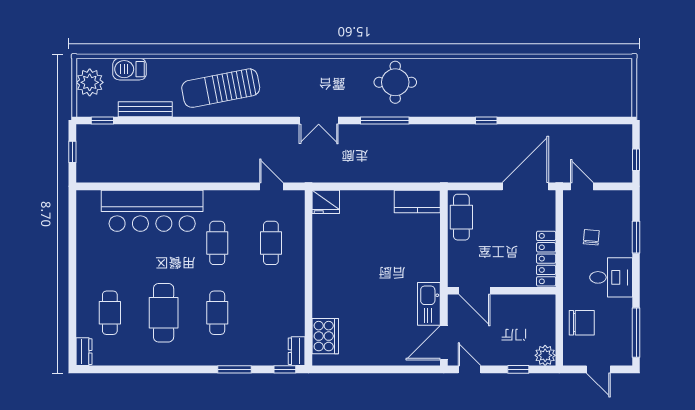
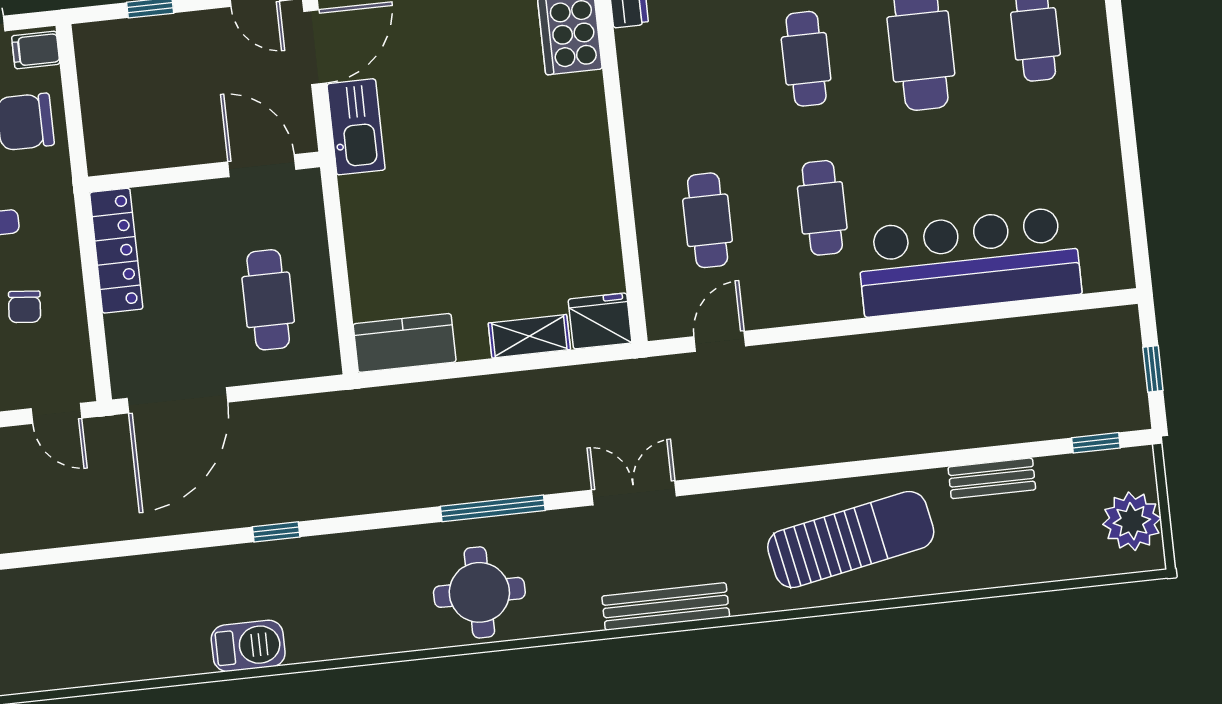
bench: (310, 66) -> (666, 606), added
barbecue: (130, 69) -> (248, 646), moved
bench: (145, 109) -> (992, 478), width x0.73
door: (271, 186) -> (720, 341), swing flipped
shelving: (359, 198) -> (529, 336), added
cafe table: (461, 217) -> (268, 300), moved
plant: (545, 355) -> (96, 44), removed
filing cabinet: (573, 356) -> (36, 50), added

